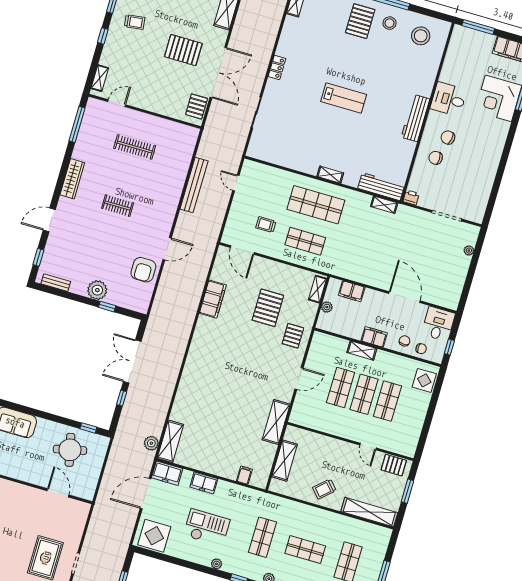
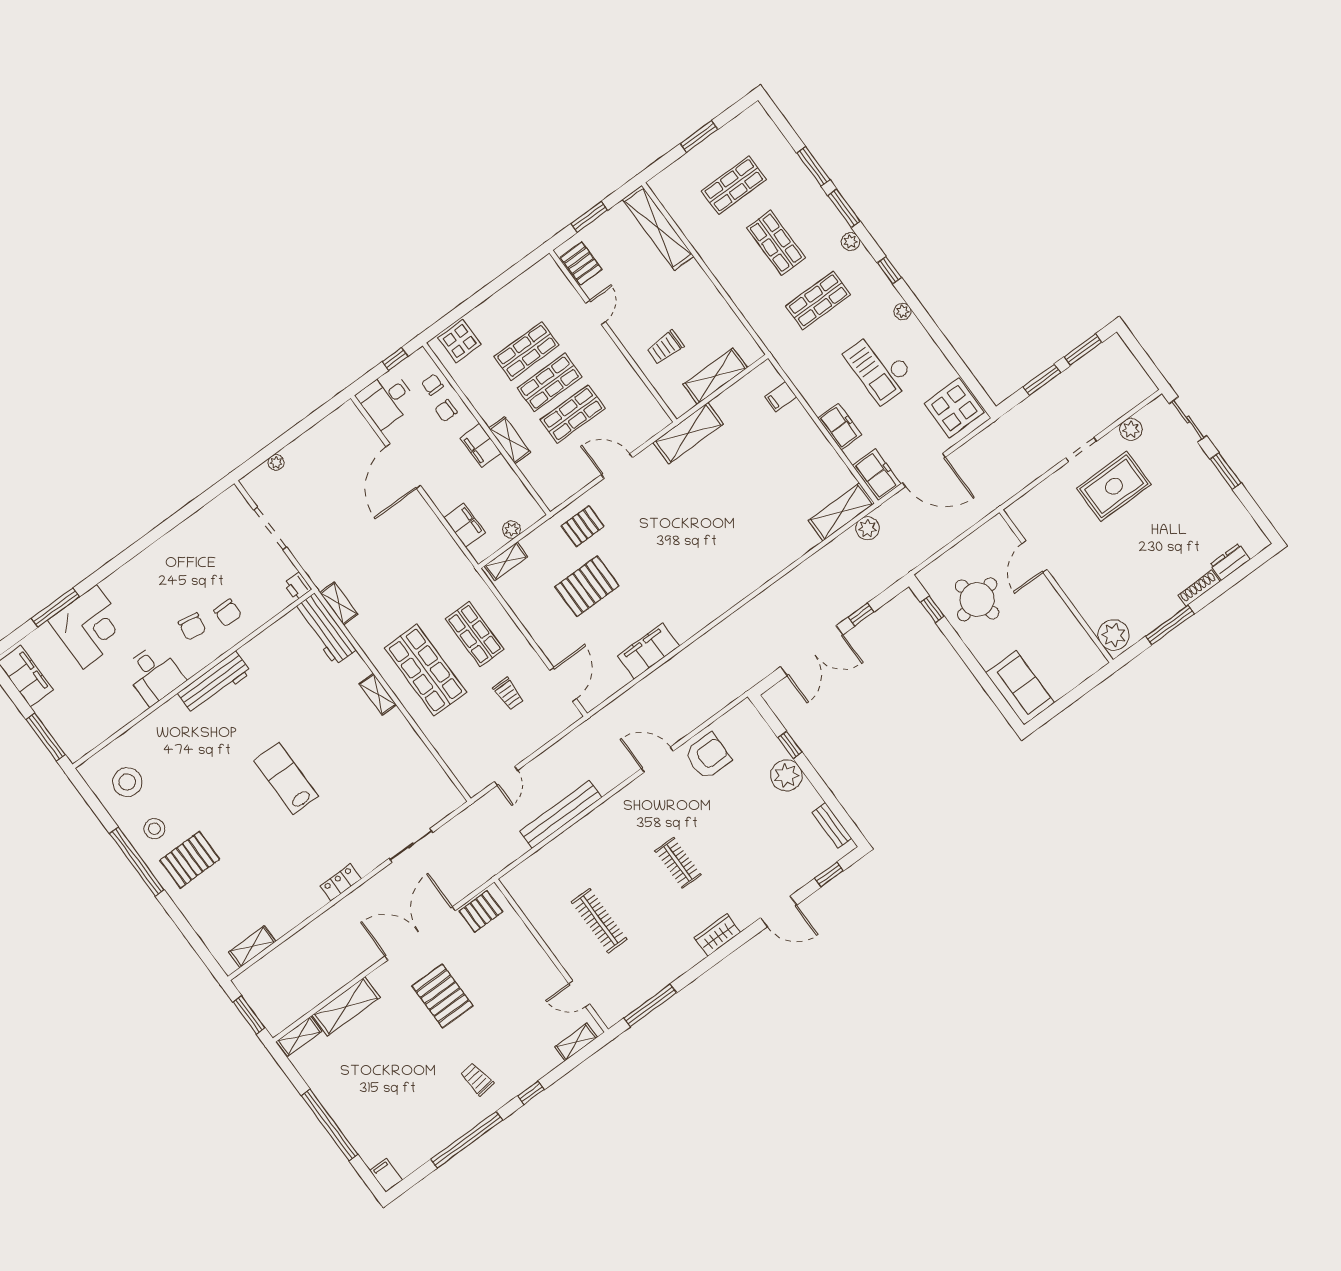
wardrobe: (72, 179) -> (717, 935), width x0.67
trolley: (324, 489) -> (665, 347), moved, turned 132

